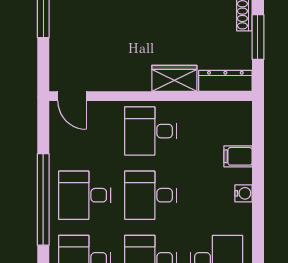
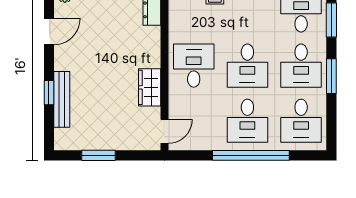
wardrobe: (174, 78) -> (150, 87), moved
desk: (151, 131) -> (194, 66), turned 180

